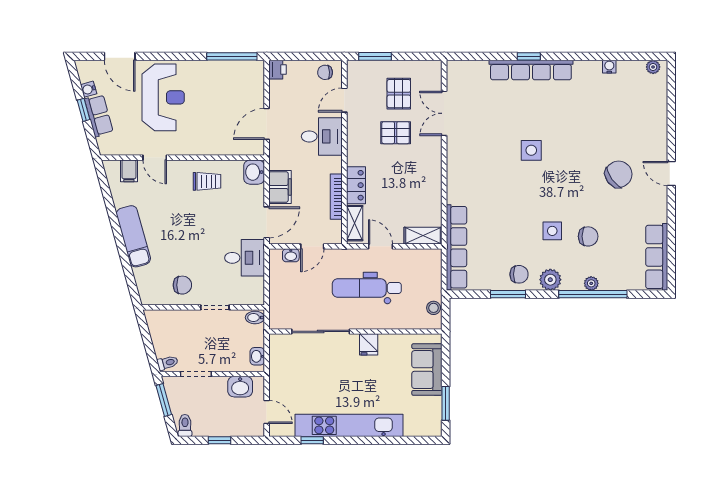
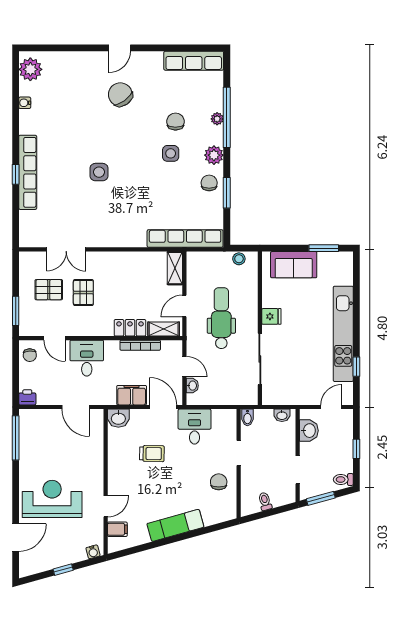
plant: (653, 67) -> (30, 69), width x1.88, depth x1.88
water cooler: (89, 89) -> (93, 552), moved
row of seats: (99, 116) -> (68, 556), removed
trolley: (207, 181) -> (152, 454), moved, turned 91
dental chair: (367, 288) -> (221, 318), turned 180
toilet: (168, 363) -> (265, 501), moved

